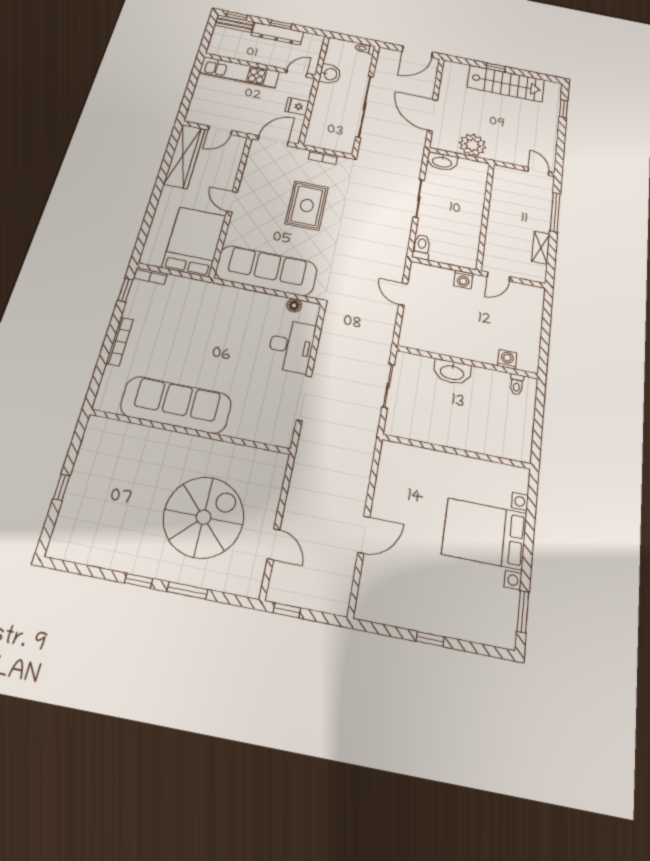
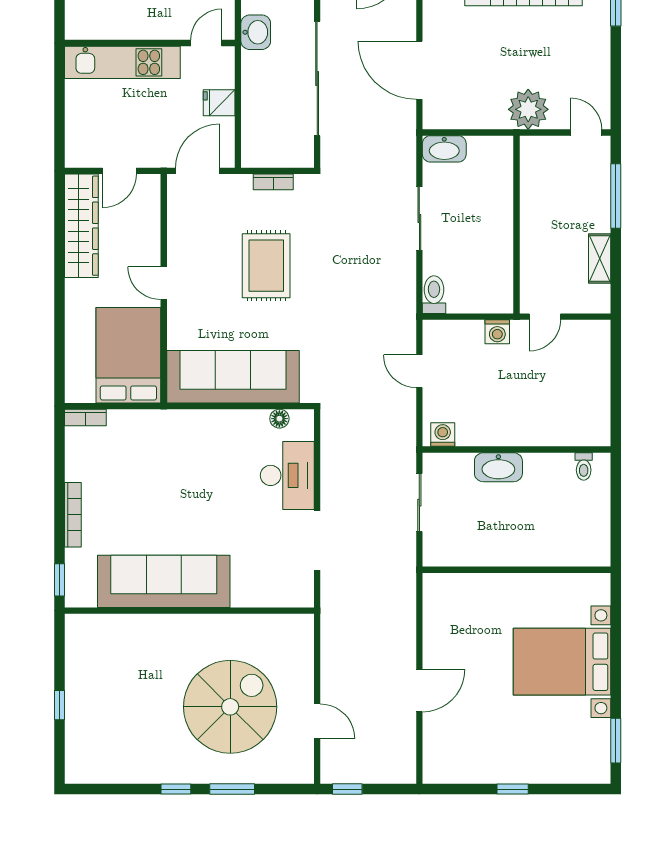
plant: (472, 145) -> (528, 109), moved
window: (125, 290) -> (59, 580), moved
washing machine: (507, 359) -> (443, 435), moved

